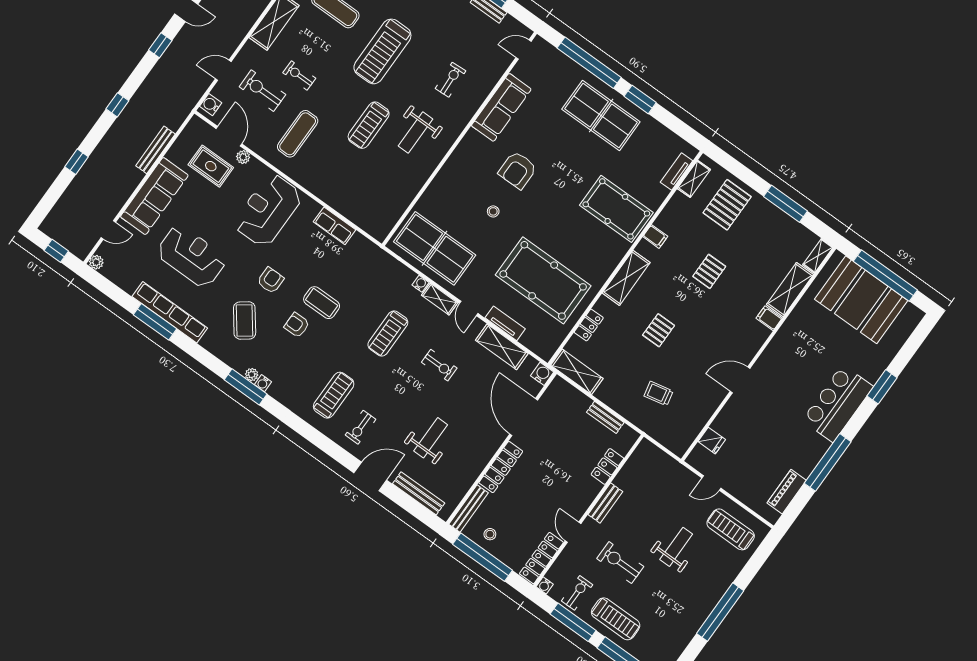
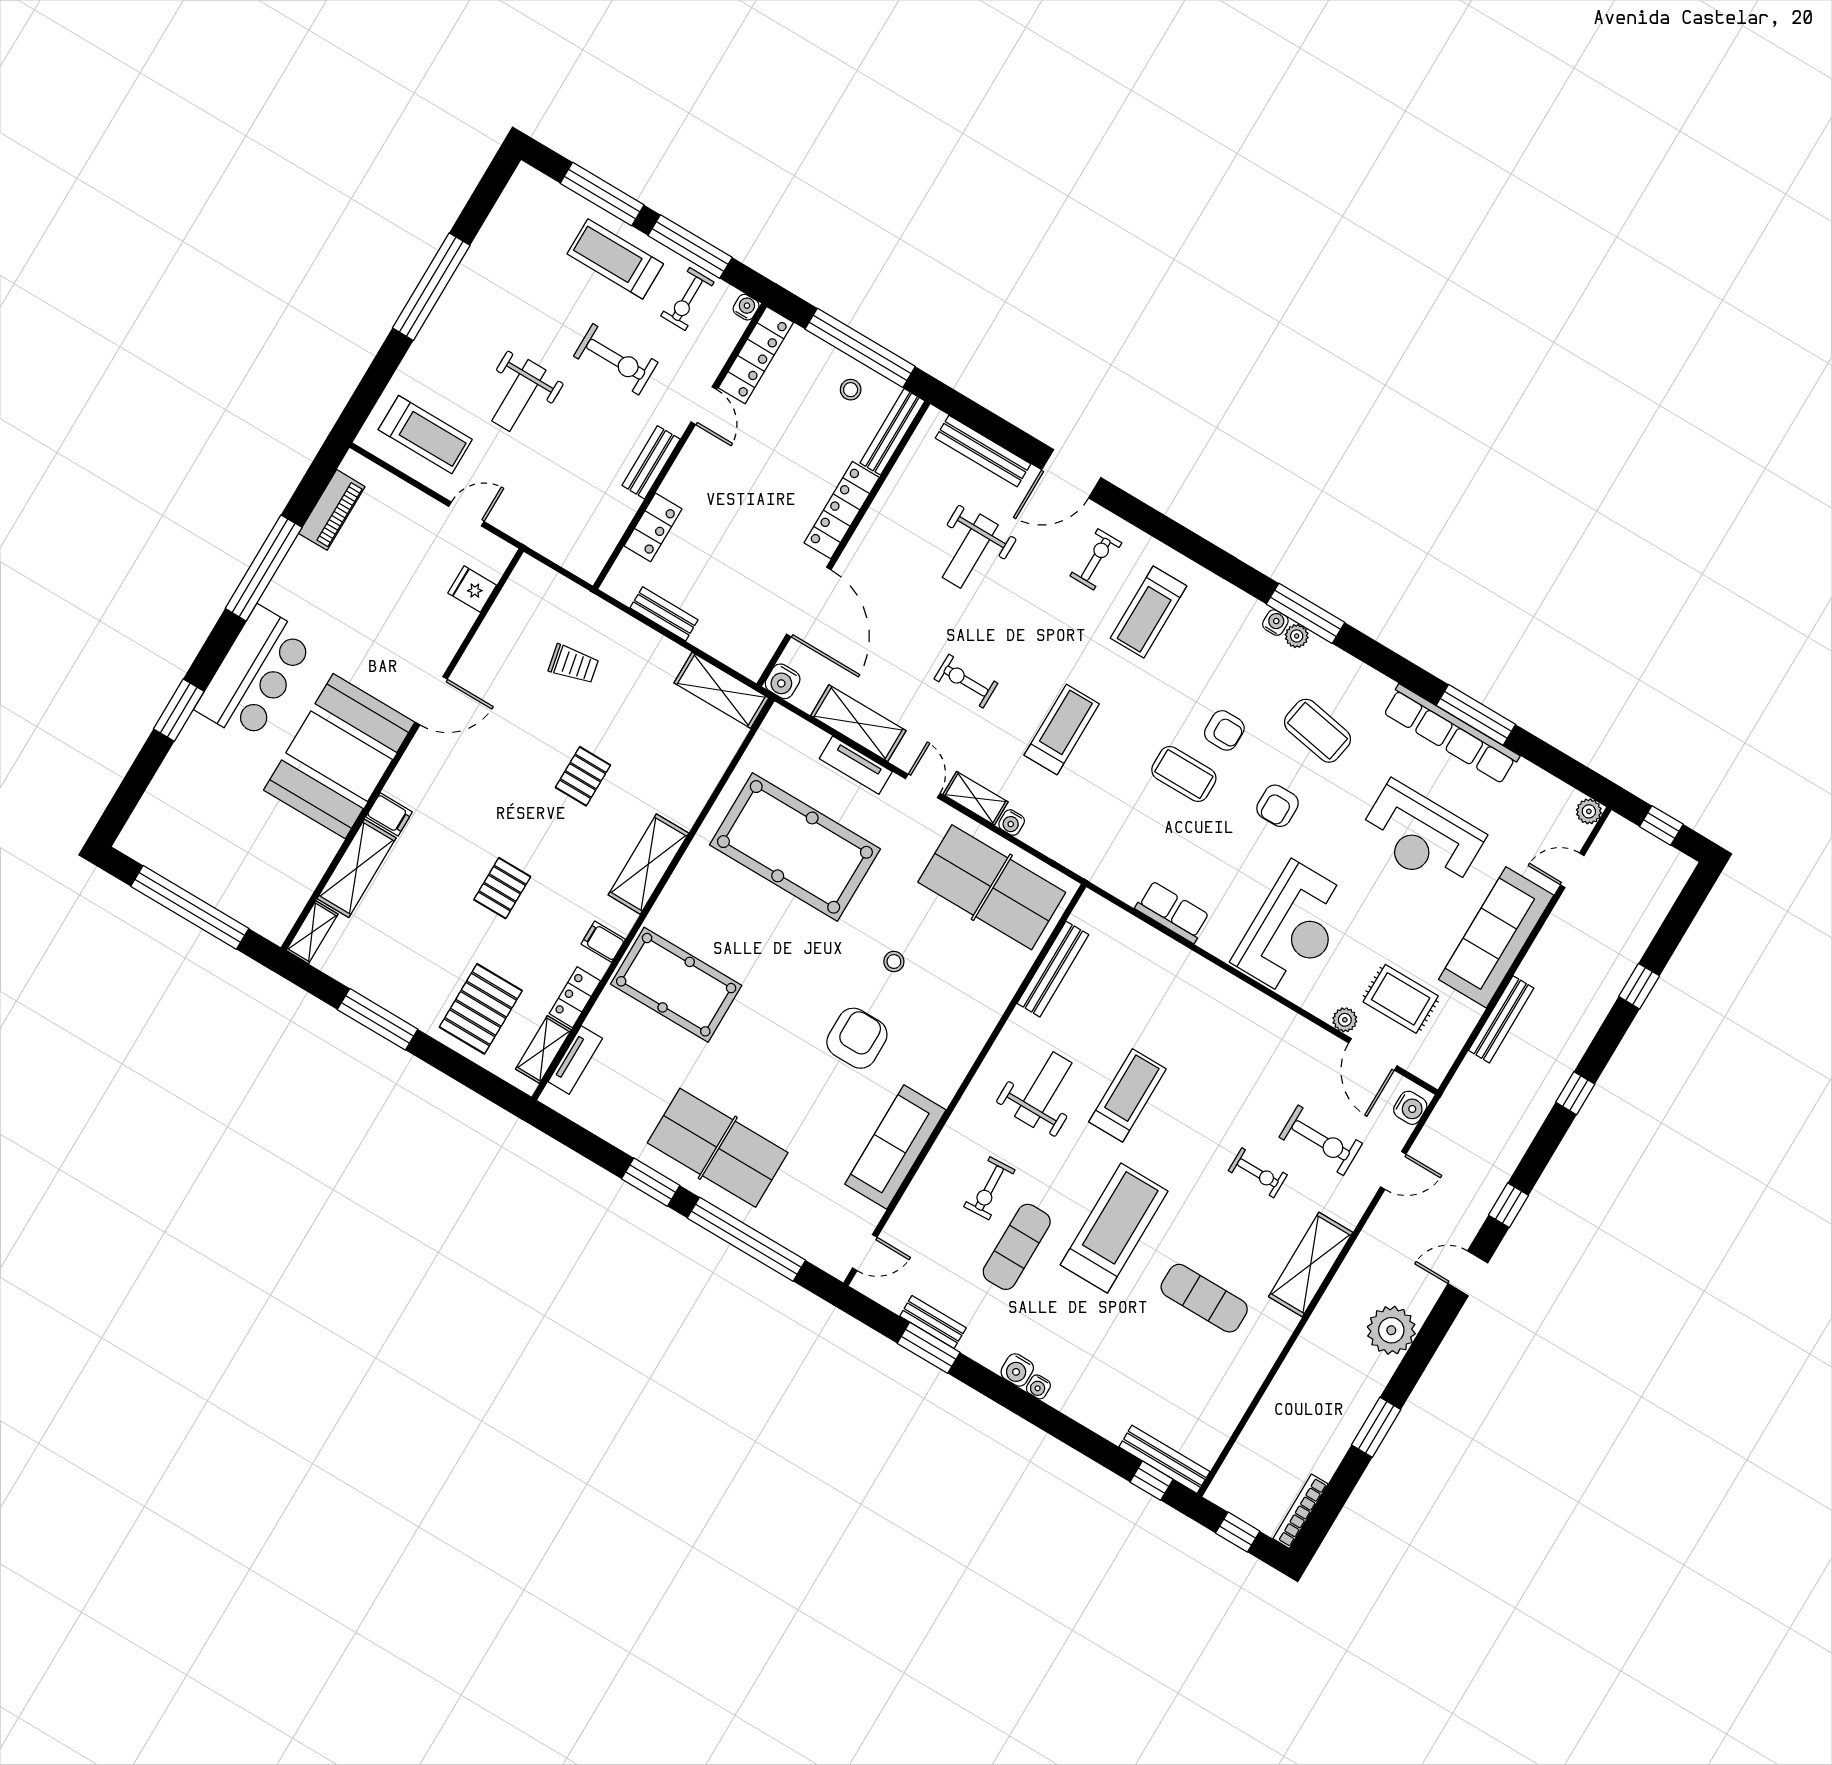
exercise mat: (298, 134) -> (1017, 1247), moved
bench: (404, 200) -> (1053, 969), added
booth: (861, 300) -> (339, 756), moved, turned 90
coffee table: (245, 320) -> (1317, 731), turned -43
locker: (589, 325) -> (575, 997), moved

